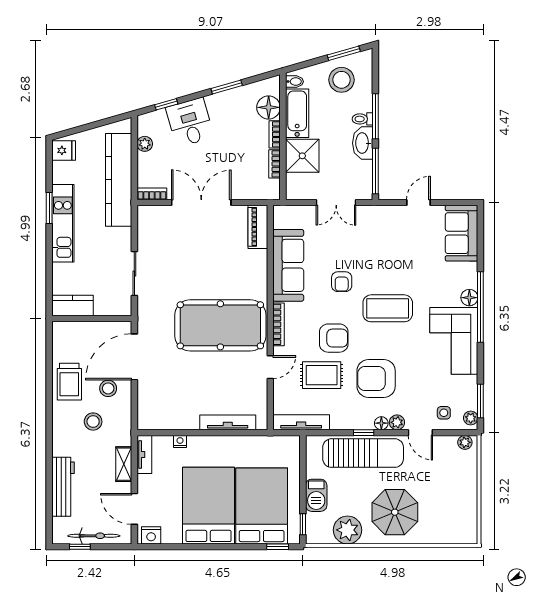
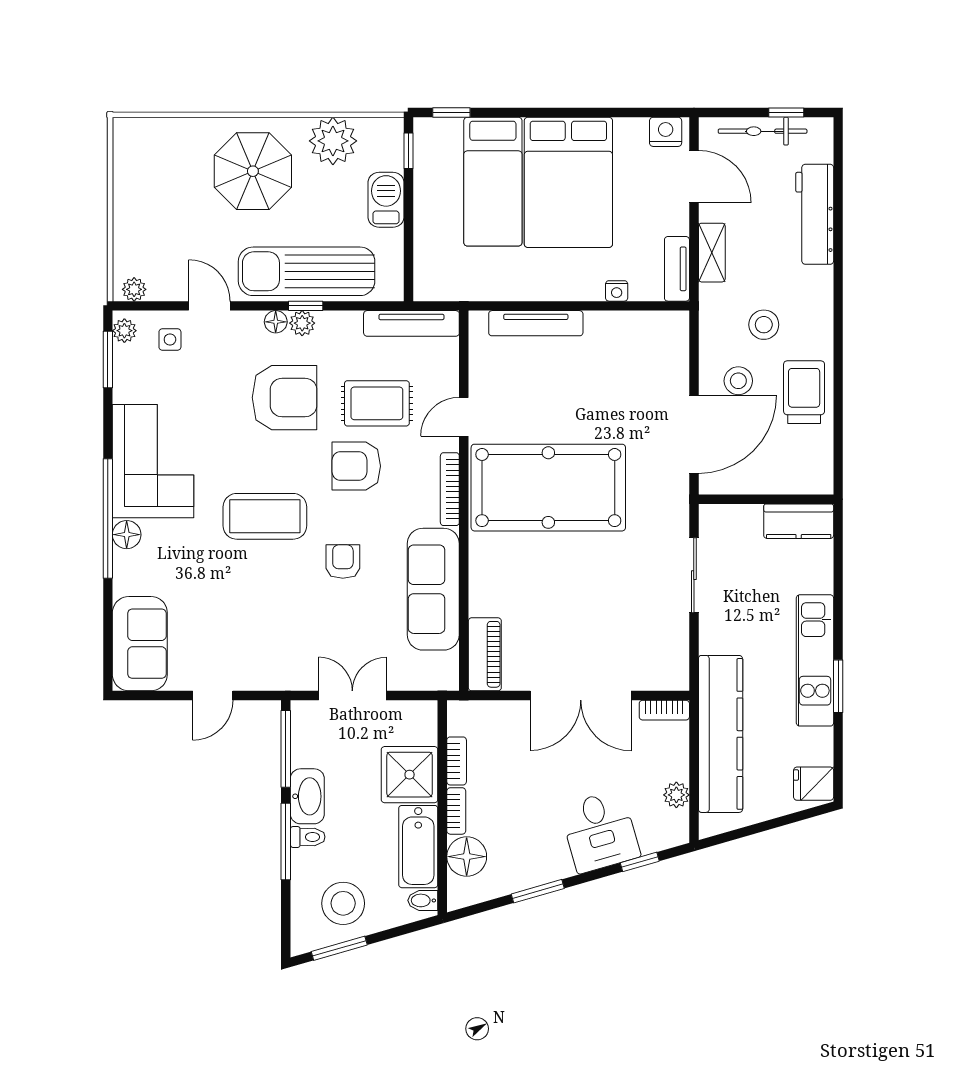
plant: (397, 422) -> (302, 323), moved
bed: (262, 506) -> (493, 182), width x0.67

